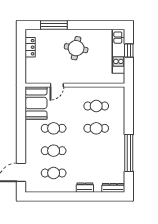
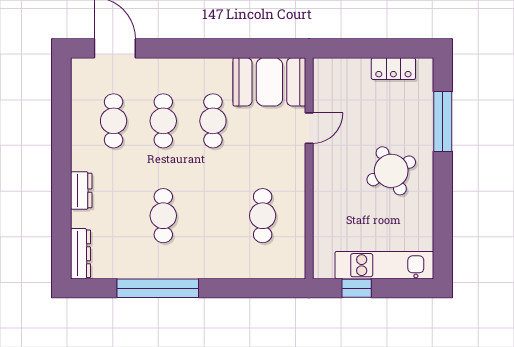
round table: (76, 48) -> (391, 171), turned -37
window: (129, 50) -> (357, 288), moved
door: (57, 85) -> (309, 128), swing flipped
cafe table: (96, 128) -> (163, 216), moved

